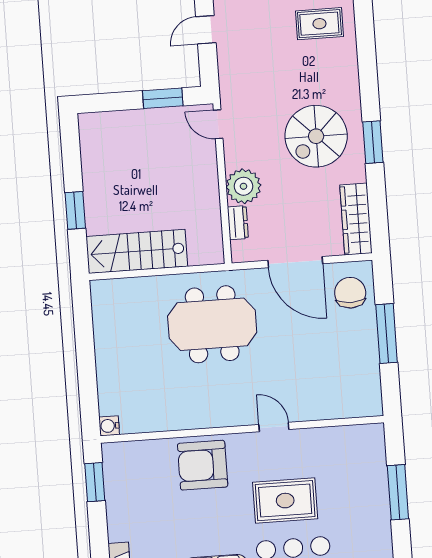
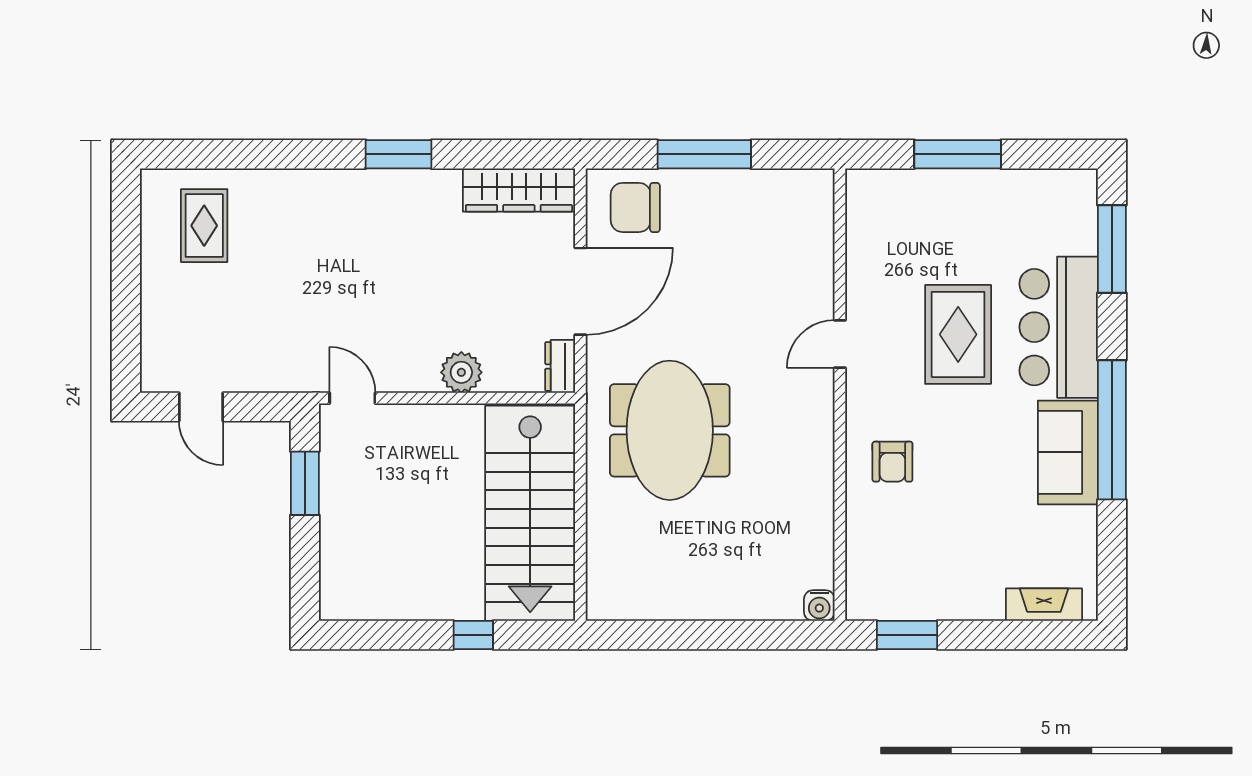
door: (218, 124) -> (352, 398), swing flipped
spiral stairs: (316, 136) -> (383, 244), removed
plant: (243, 186) -> (461, 372), width x0.73, depth x0.73
window: (75, 210) -> (473, 635), width x0.67
dresser: (238, 223) -> (560, 366), moved, turned -90
stairs: (137, 251) -> (530, 513), width x1.36, depth x1.51
armchair: (203, 465) -> (892, 462), width x0.53, depth x0.53

